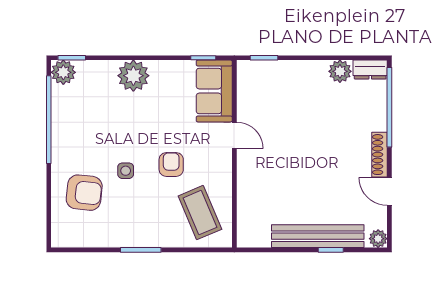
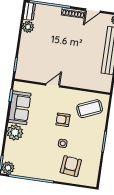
sofa: (214, 91) -> (20, 108), moved, turned -90

